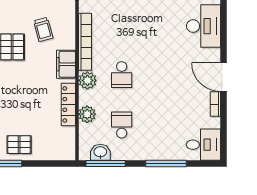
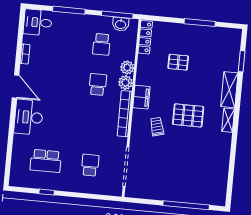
door: (223, 77) -> (15, 86), moved
locker: (68, 104) -> (145, 37), moved
plant: (87, 114) -> (127, 67), moved
pallet: (19, 145) -> (178, 62), moved

